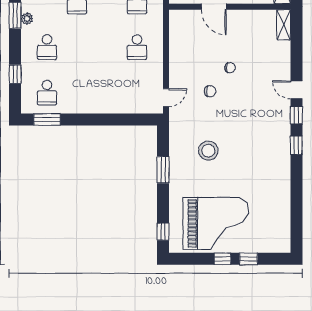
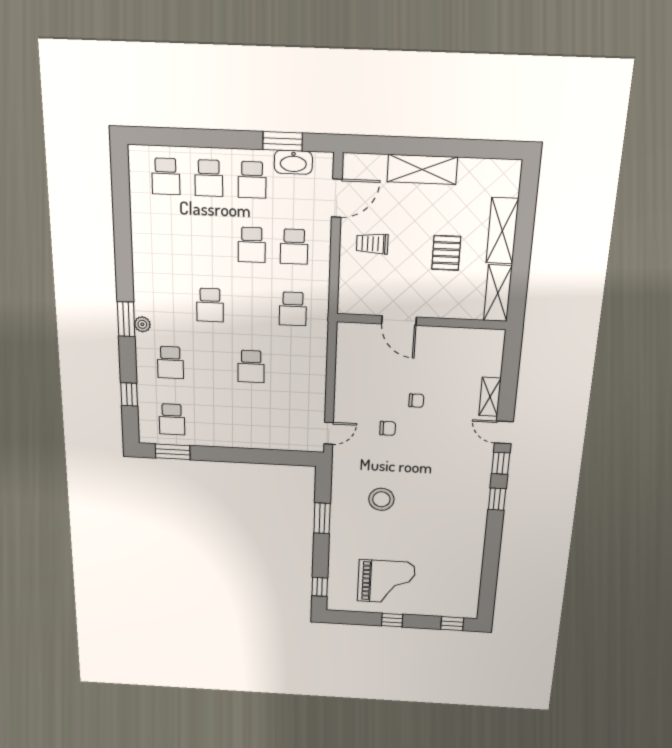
shelving: (284, 25) -> (490, 397), moved
school desk: (137, 47) -> (251, 366), moved
grand piano: (216, 223) -> (386, 582), width x0.73, depth x0.68
window: (248, 259) -> (452, 624), moved

